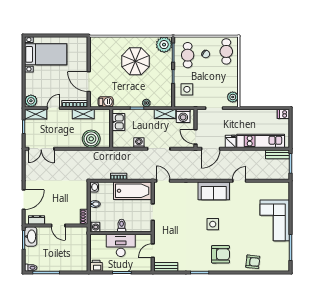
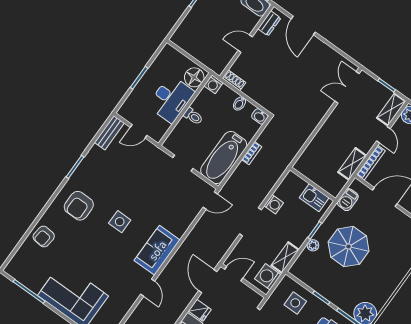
parasol: (135, 61) -> (349, 247), moved
boiler: (91, 139) -> (317, 153), removed
floor lamp: (99, 241) -> (194, 77), added
door: (153, 251) -> (139, 131), swing flipped
printer: (96, 266) -> (168, 54), removed

